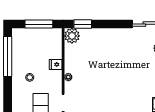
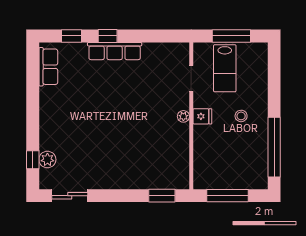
plant: (72, 36) -> (178, 178), removed
fridge: (56, 64) -> (202, 116), moved

